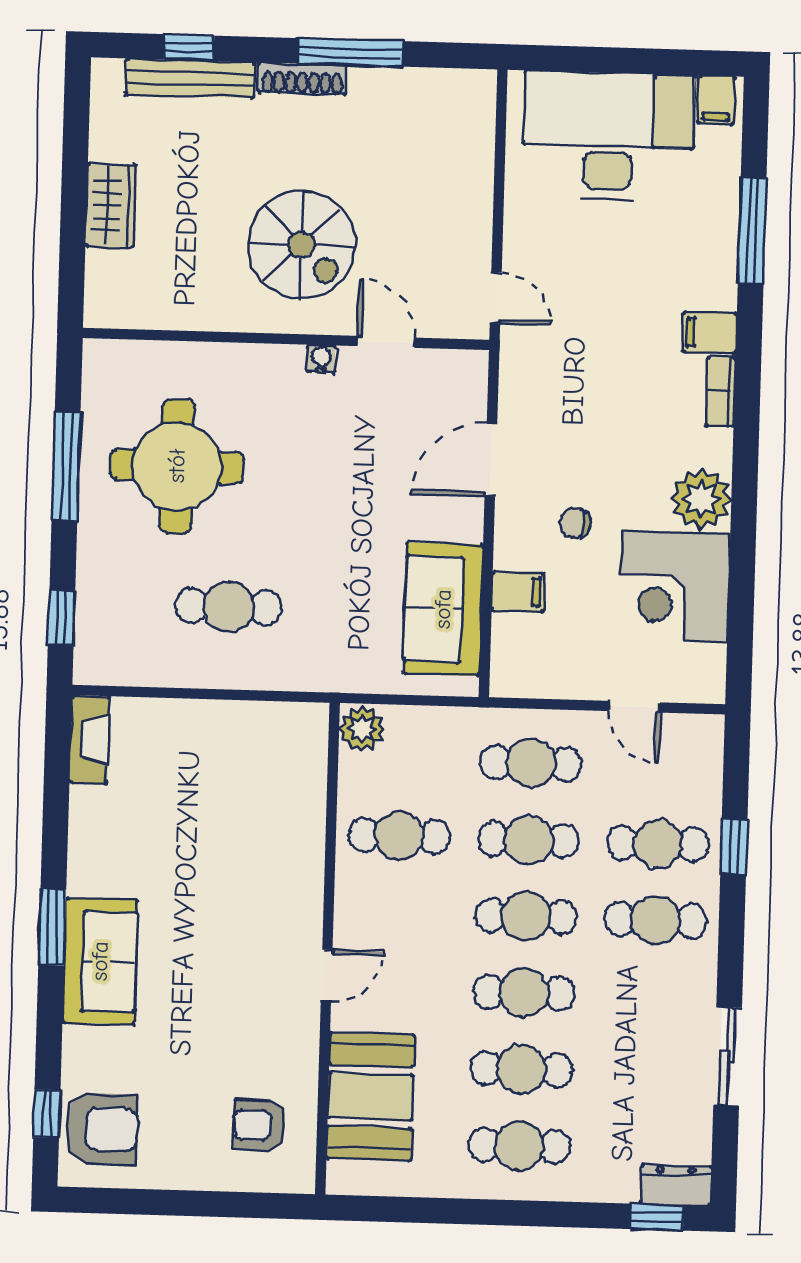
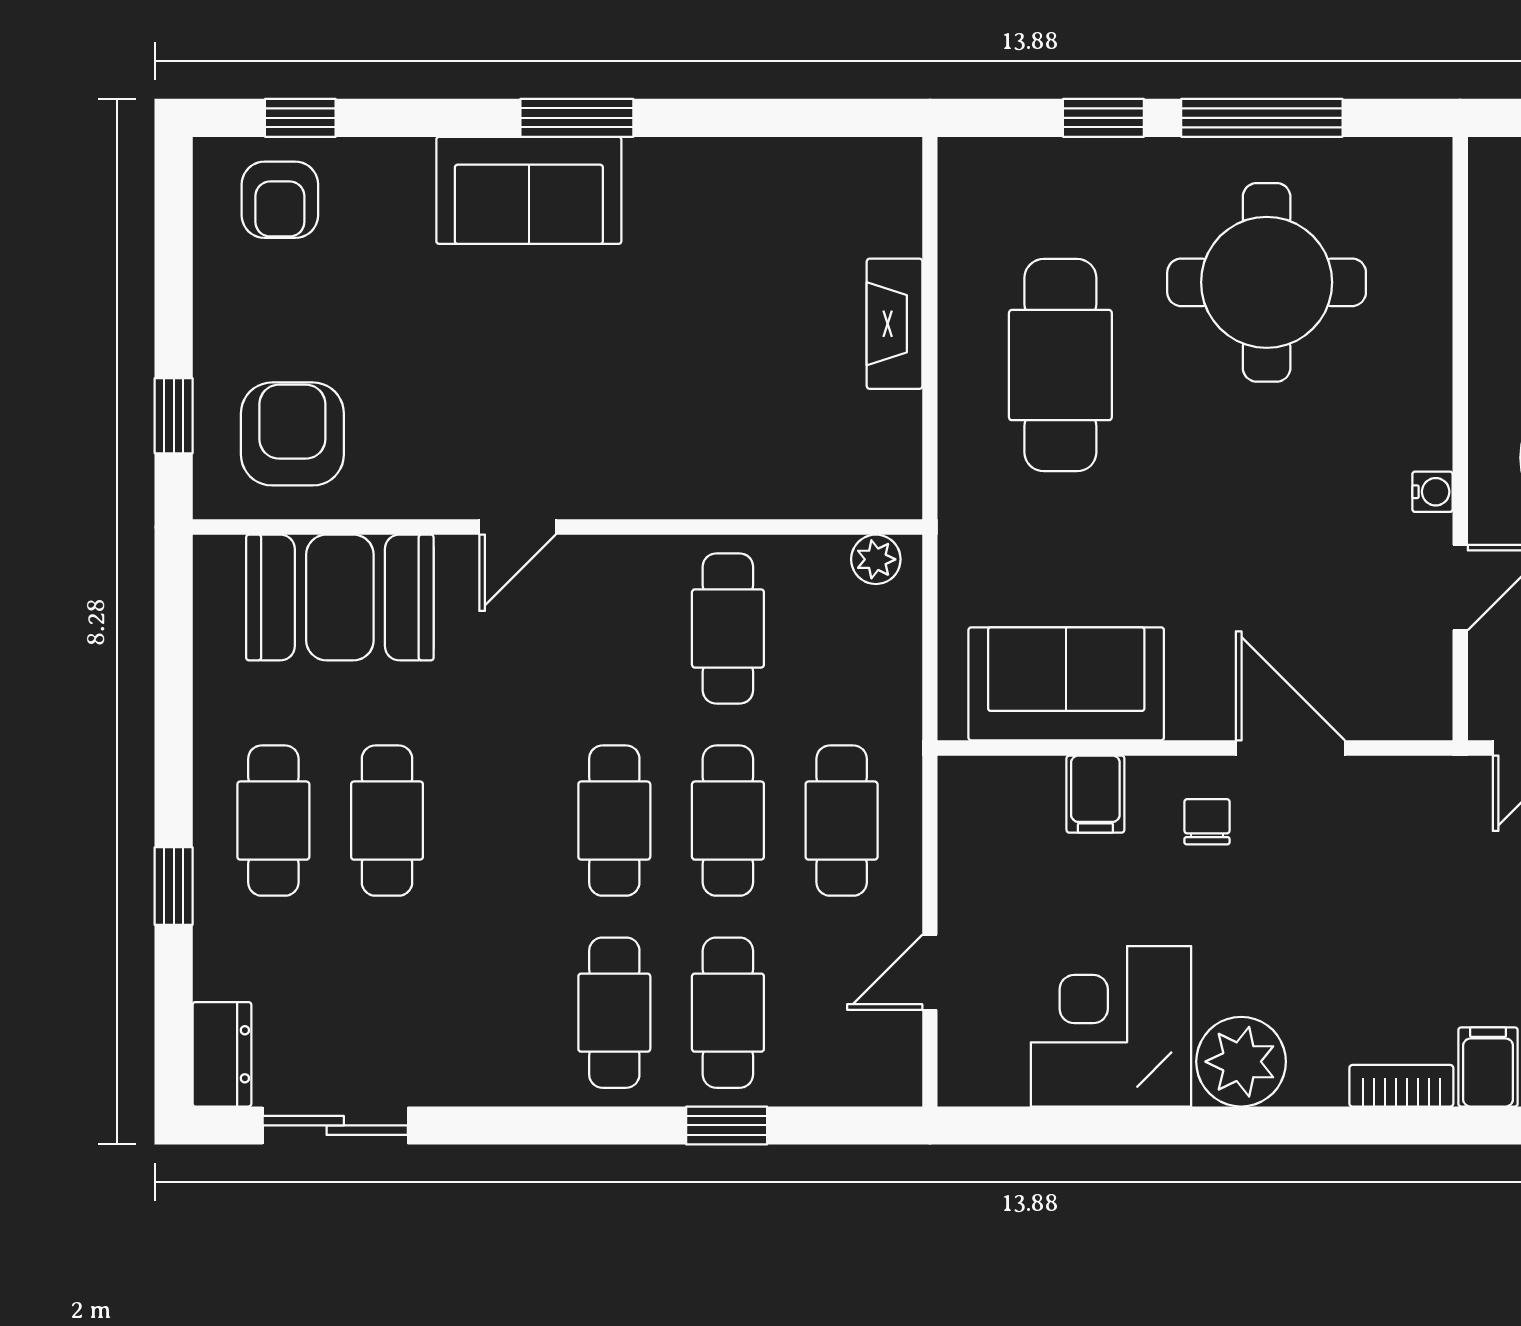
chair: (575, 523) -> (1207, 822), moved
cafe table: (228, 607) -> (1060, 365), width x1.37, depth x1.35
window: (62, 618) -> (1103, 118), moved
plant: (362, 729) -> (876, 559), width x0.73, depth x0.73
fireplace: (89, 739) -> (895, 324), moved, turned 90
door: (327, 976) -> (517, 527), hinge flipped
cafe table: (524, 993) -> (501, 821), removed
sliding door: (728, 1056) -> (335, 1125), moved
armchair: (259, 1125) -> (292, 434), width x1.38, depth x1.38
armchair: (102, 1129) -> (280, 200), width x0.72, depth x0.72
window: (245, 1205) -> (174, 416), added
window: (657, 1217) -> (174, 886), moved

